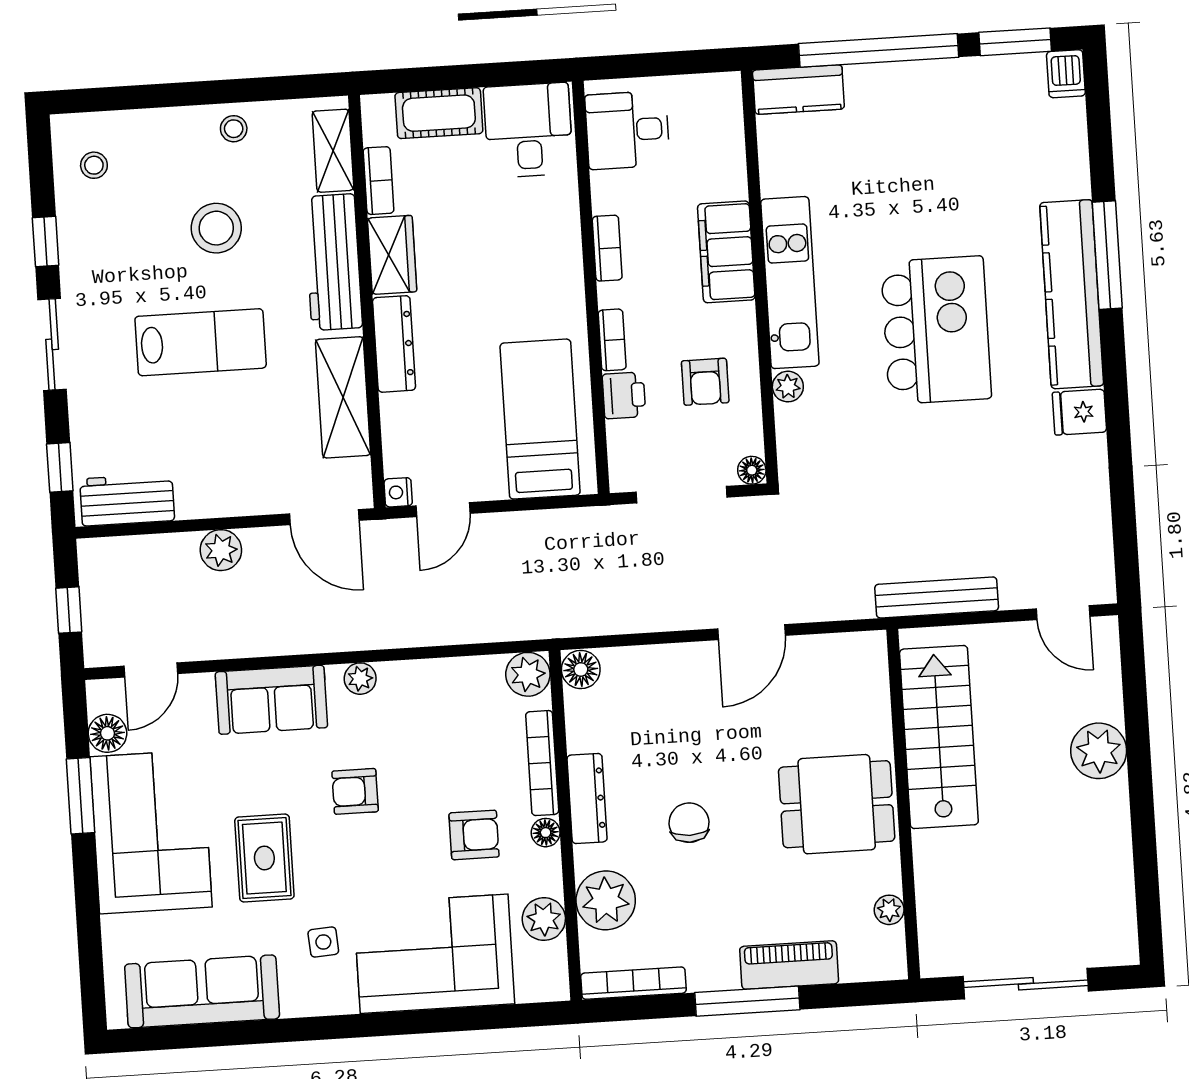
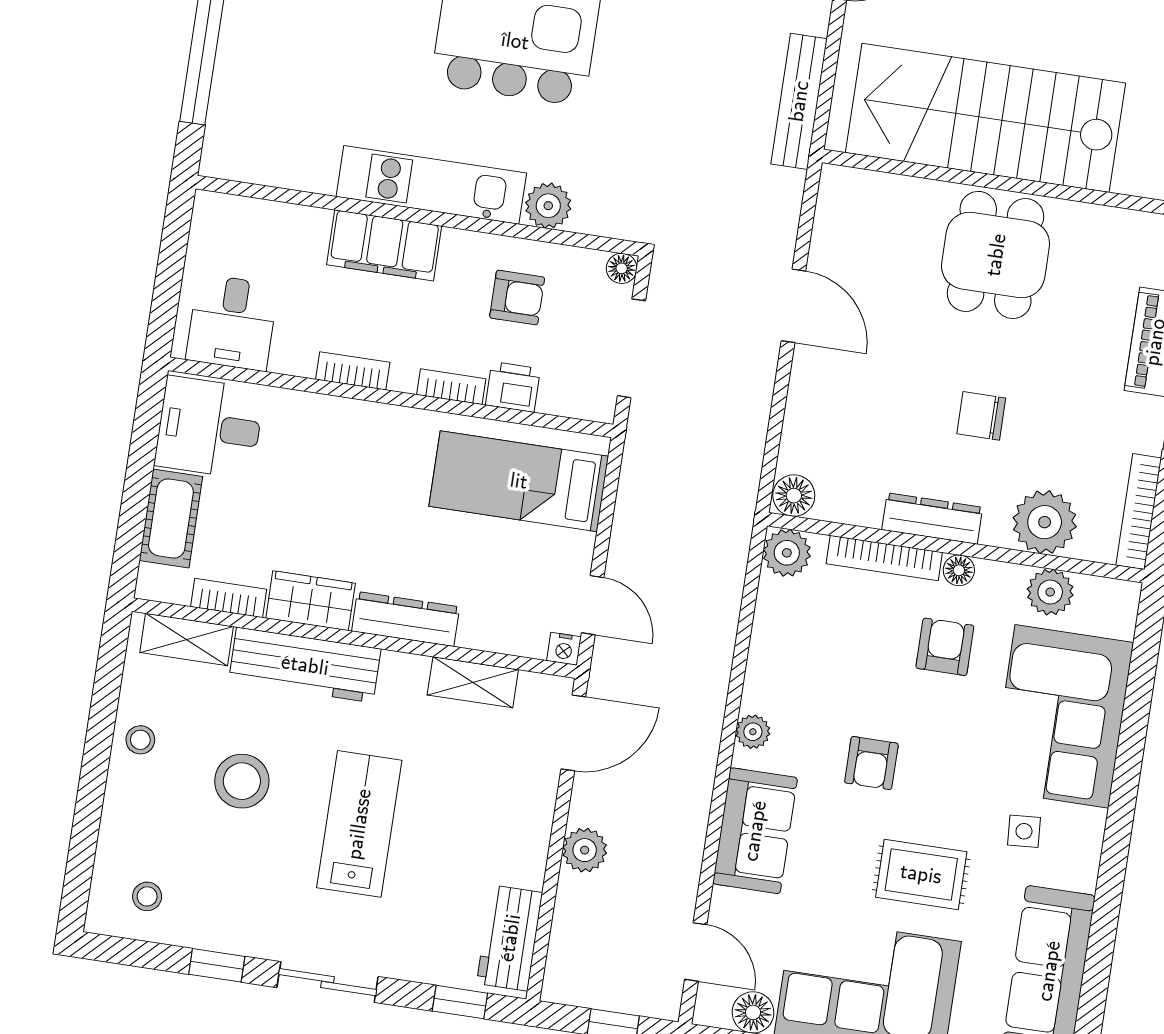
kitchen counter: (798, 90) -> (228, 132), removed
plant: (788, 387) -> (548, 206), width x1.38, depth x1.38
shelving: (343, 397) -> (473, 682), width x0.67, depth x0.75
stairs: (939, 737) -> (986, 118), width x1.36, depth x1.51
plant: (889, 910) -> (1120, 224), removed

